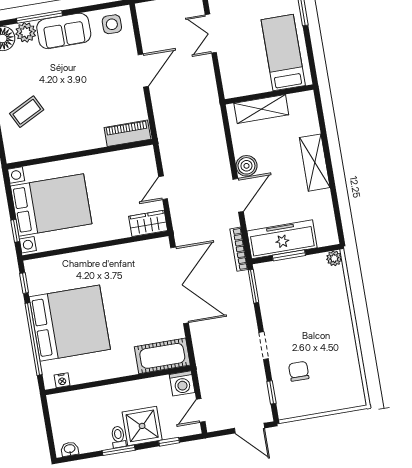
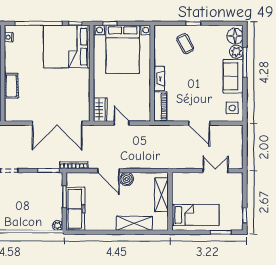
fireplace: (86, 142) -> (159, 79), added
shelving: (315, 163) -> (134, 223), moved
freezer: (282, 239) -> (75, 209), moved
bed: (70, 323) -> (67, 47), moved, turned 90
cot: (162, 356) -> (11, 86), moved, width x0.73, depth x0.75

